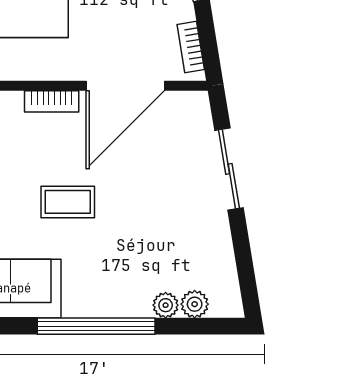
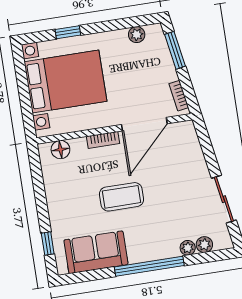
sliding door: (229, 169) -> (224, 199), moved
coffee table: (68, 202) -> (122, 197), width x1.36, depth x1.30

